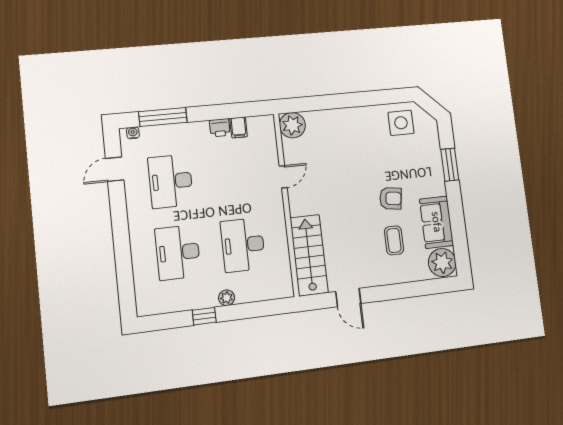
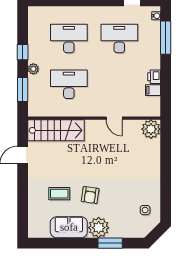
side table: (401, 123) -> (145, 210), width x0.54, depth x0.54
plant: (442, 263) -> (99, 228), moved
window: (258, 309) -> (23, 90), added

